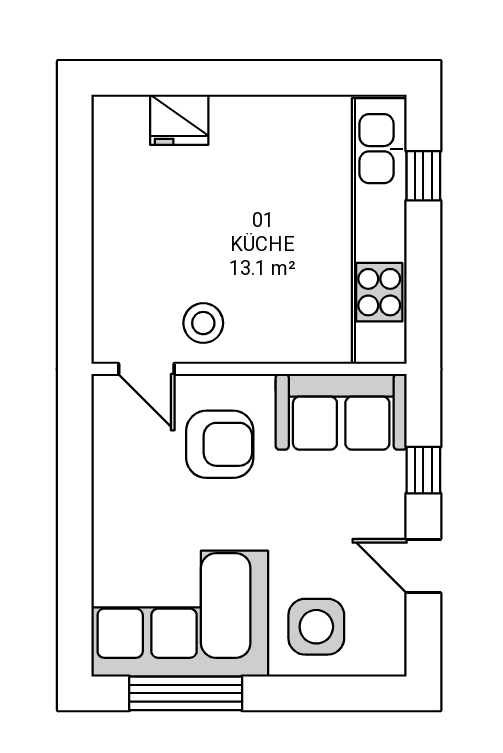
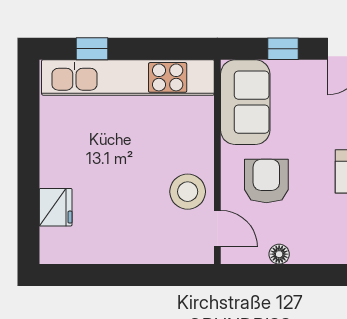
stool: (203, 323) -> (188, 192), width x1.38, depth x1.38
door: (146, 369) -> (217, 229), hinge flipped
floor lamp: (107, 464) -> (279, 254), added

